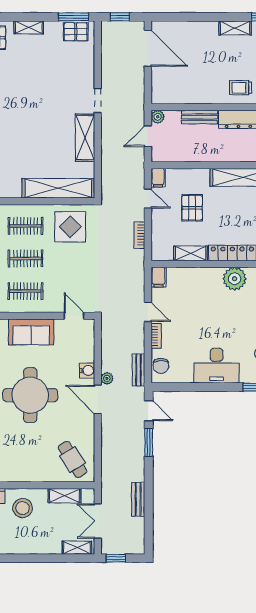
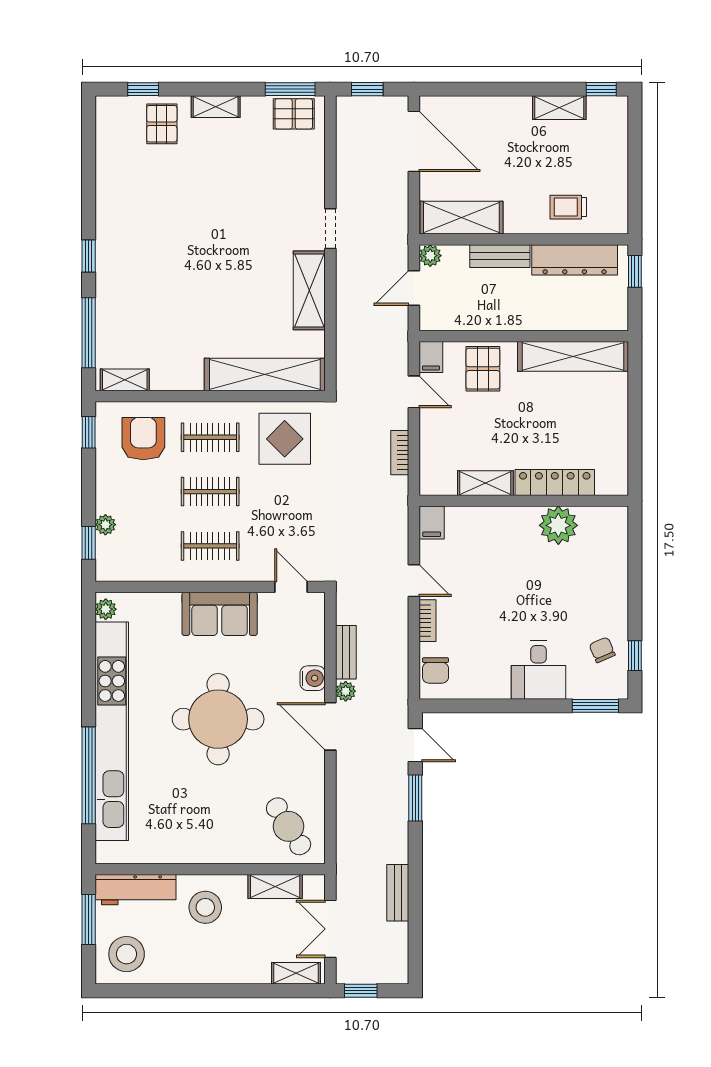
shelving: (176, 94) -> (461, 218), added
pallet: (192, 208) -> (483, 369), moved
desk: (217, 366) -> (539, 670), width x0.73
bench: (139, 370) -> (346, 652), moved

